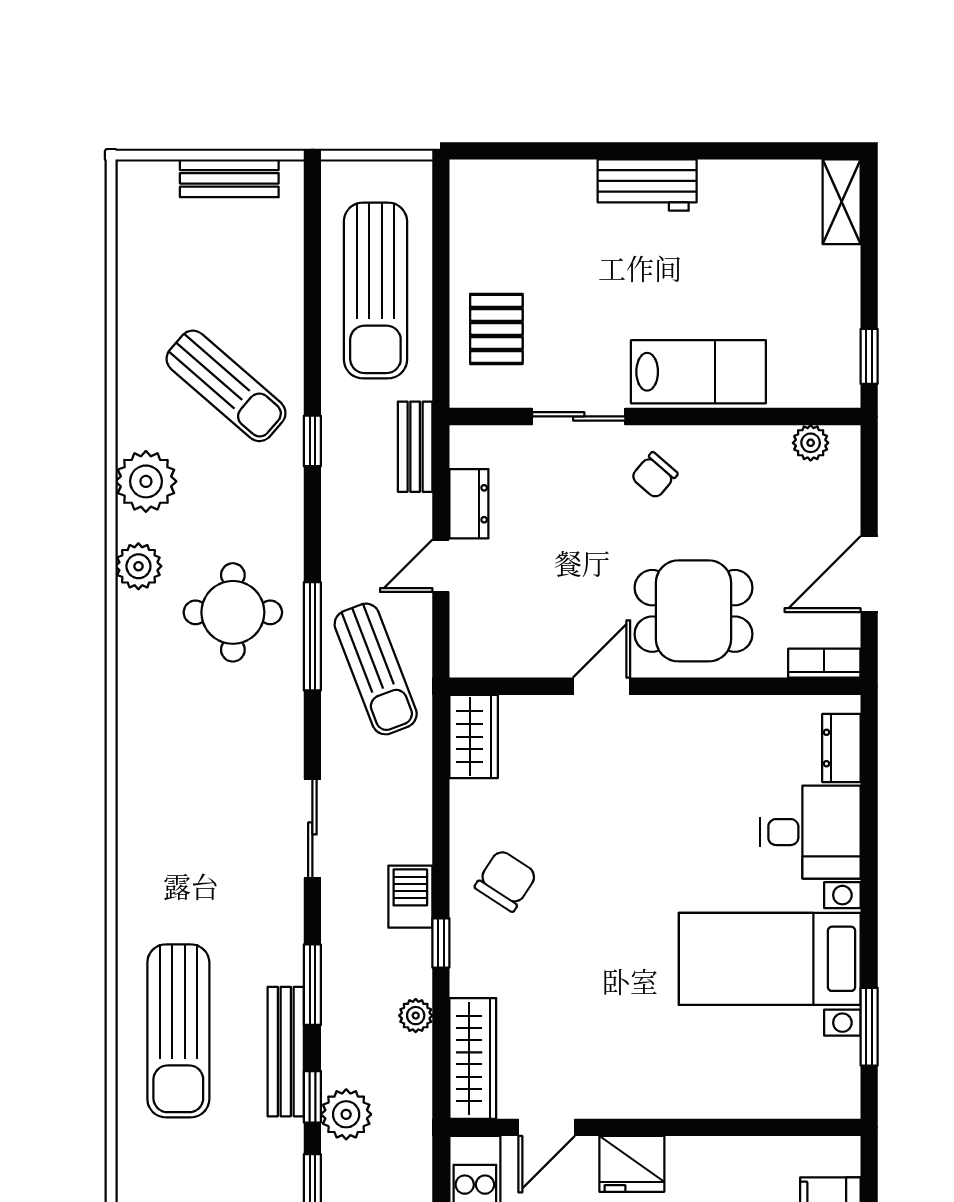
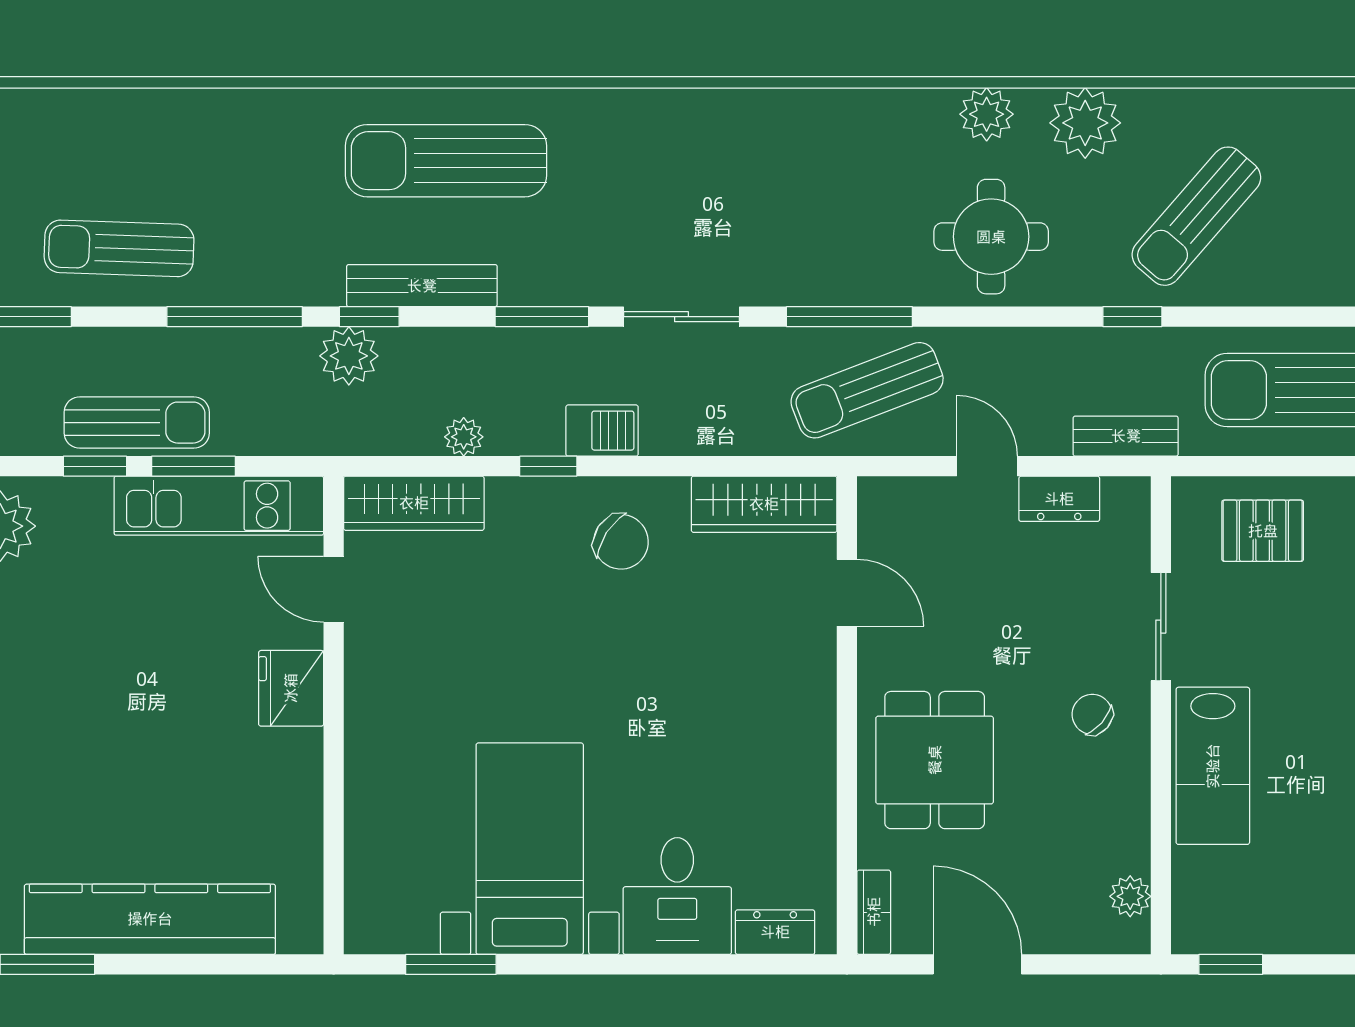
round table: (233, 612) -> (991, 237), moved
window: (312, 636) -> (849, 317), moved
door: (602, 686) -> (847, 593), moved
wardrobe: (474, 737) -> (764, 504), width x1.50
window: (312, 985) -> (542, 317), moved

